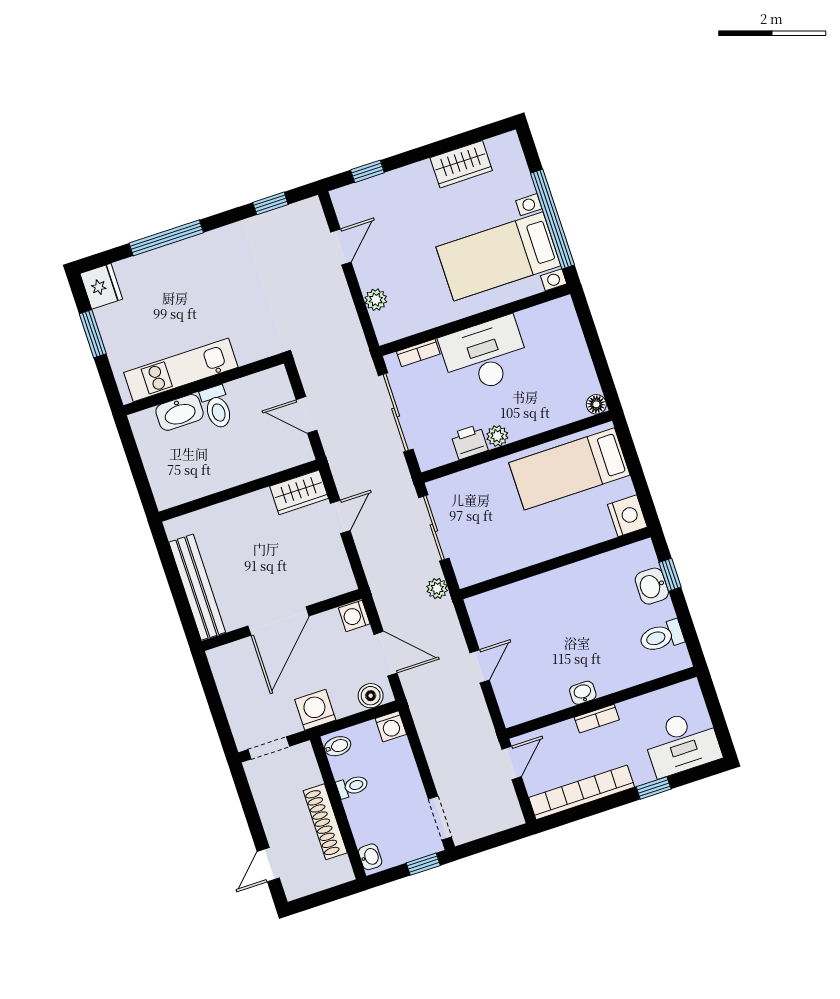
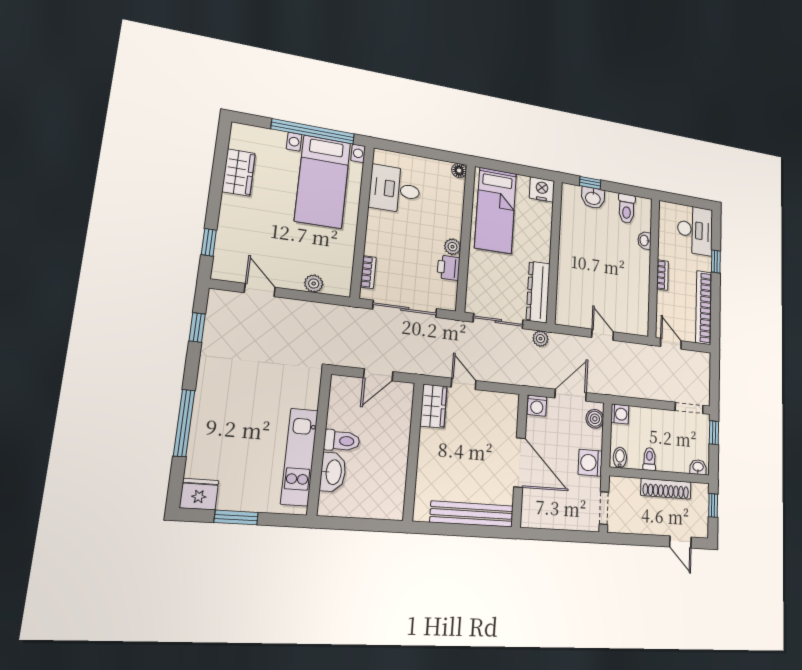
desk: (485, 355) -> (395, 189), moved, width x0.73
dresser: (494, 563) -> (538, 292), added
washbasin: (583, 693) -> (645, 240), moved
window: (331, 895) -> (713, 505), added

